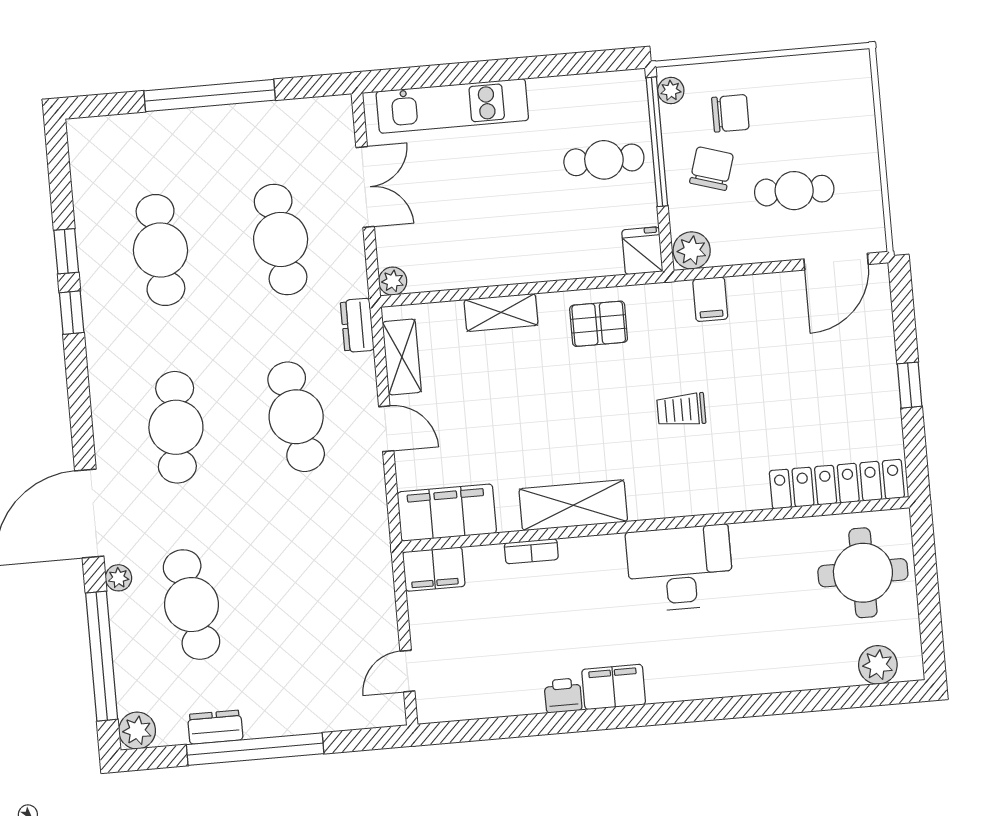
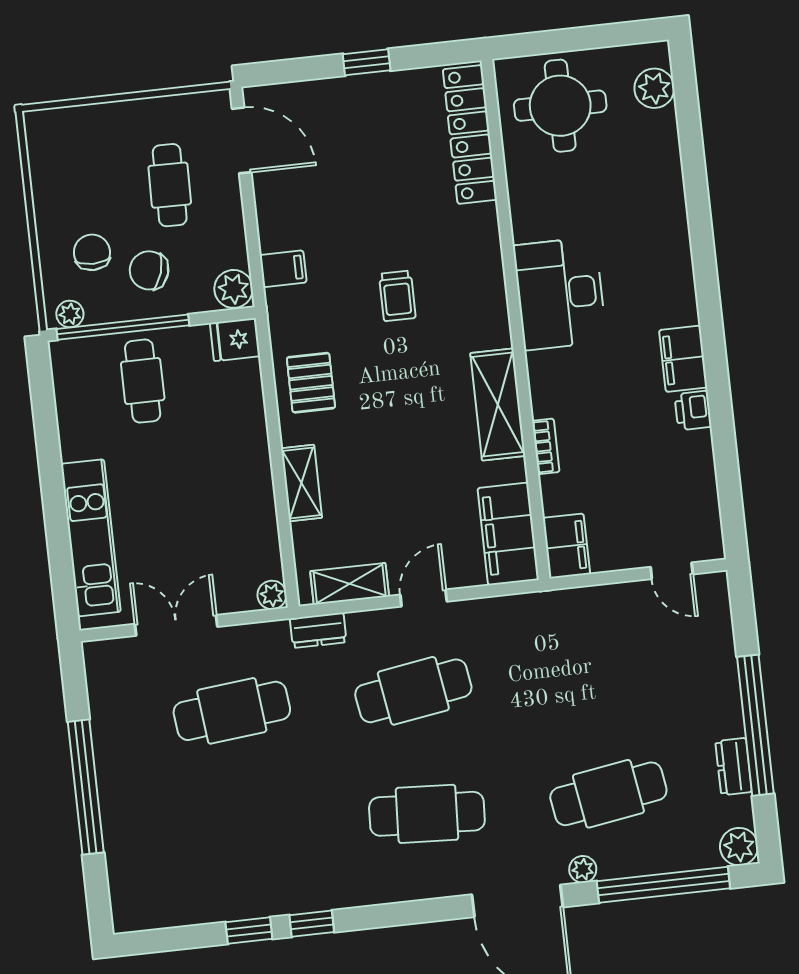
cafe table: (160, 250) -> (245, 834), removed

